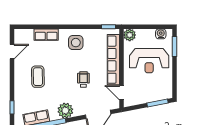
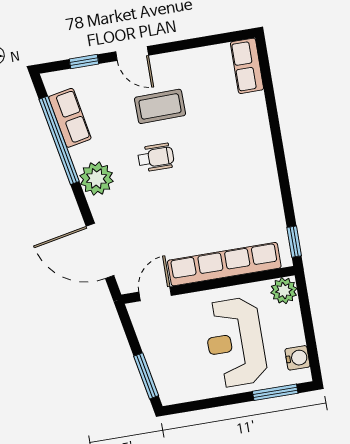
row of seats: (46, 35) -> (247, 66), moved
side table: (76, 43) -> (248, 176), removed
door: (12, 52) -> (132, 53), moved
wheelchair: (83, 79) -> (156, 158), moved

